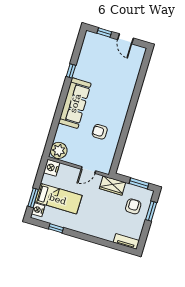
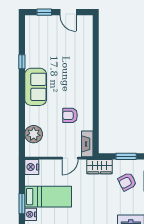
sofa: (75, 103) -> (36, 87), width x0.73
plant: (59, 150) -> (34, 134), moved
fireplace: (108, 162) -> (87, 144), added
armchair: (133, 206) -> (127, 182), turned -117

